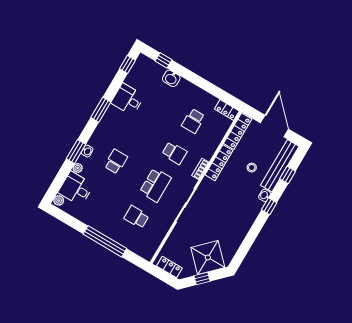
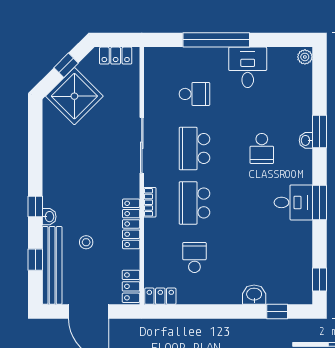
desk: (128, 99) -> (293, 202), moved
locker: (238, 131) -> (131, 286), width x0.66
school desk: (174, 153) -> (194, 203), width x1.85
plant: (78, 168) -> (305, 112), removed
desk: (76, 189) -> (248, 67), moved, turned -90

